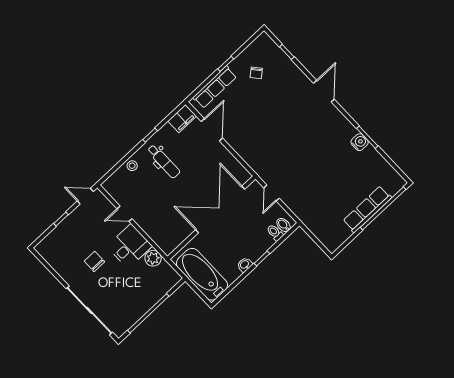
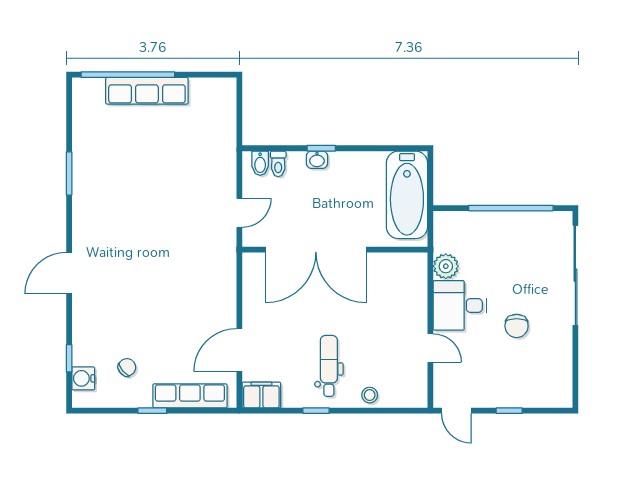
water cooler: (360, 142) -> (83, 378), moved
washbasin: (245, 265) -> (317, 160), moved

